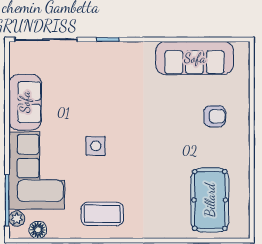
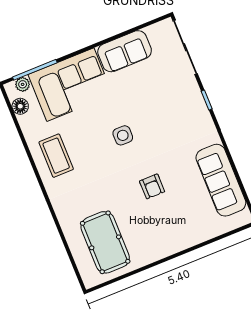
armchair: (215, 116) -> (152, 186), moved
side table: (96, 146) -> (123, 135), moved
pool table: (210, 200) -> (105, 242), turned 90

